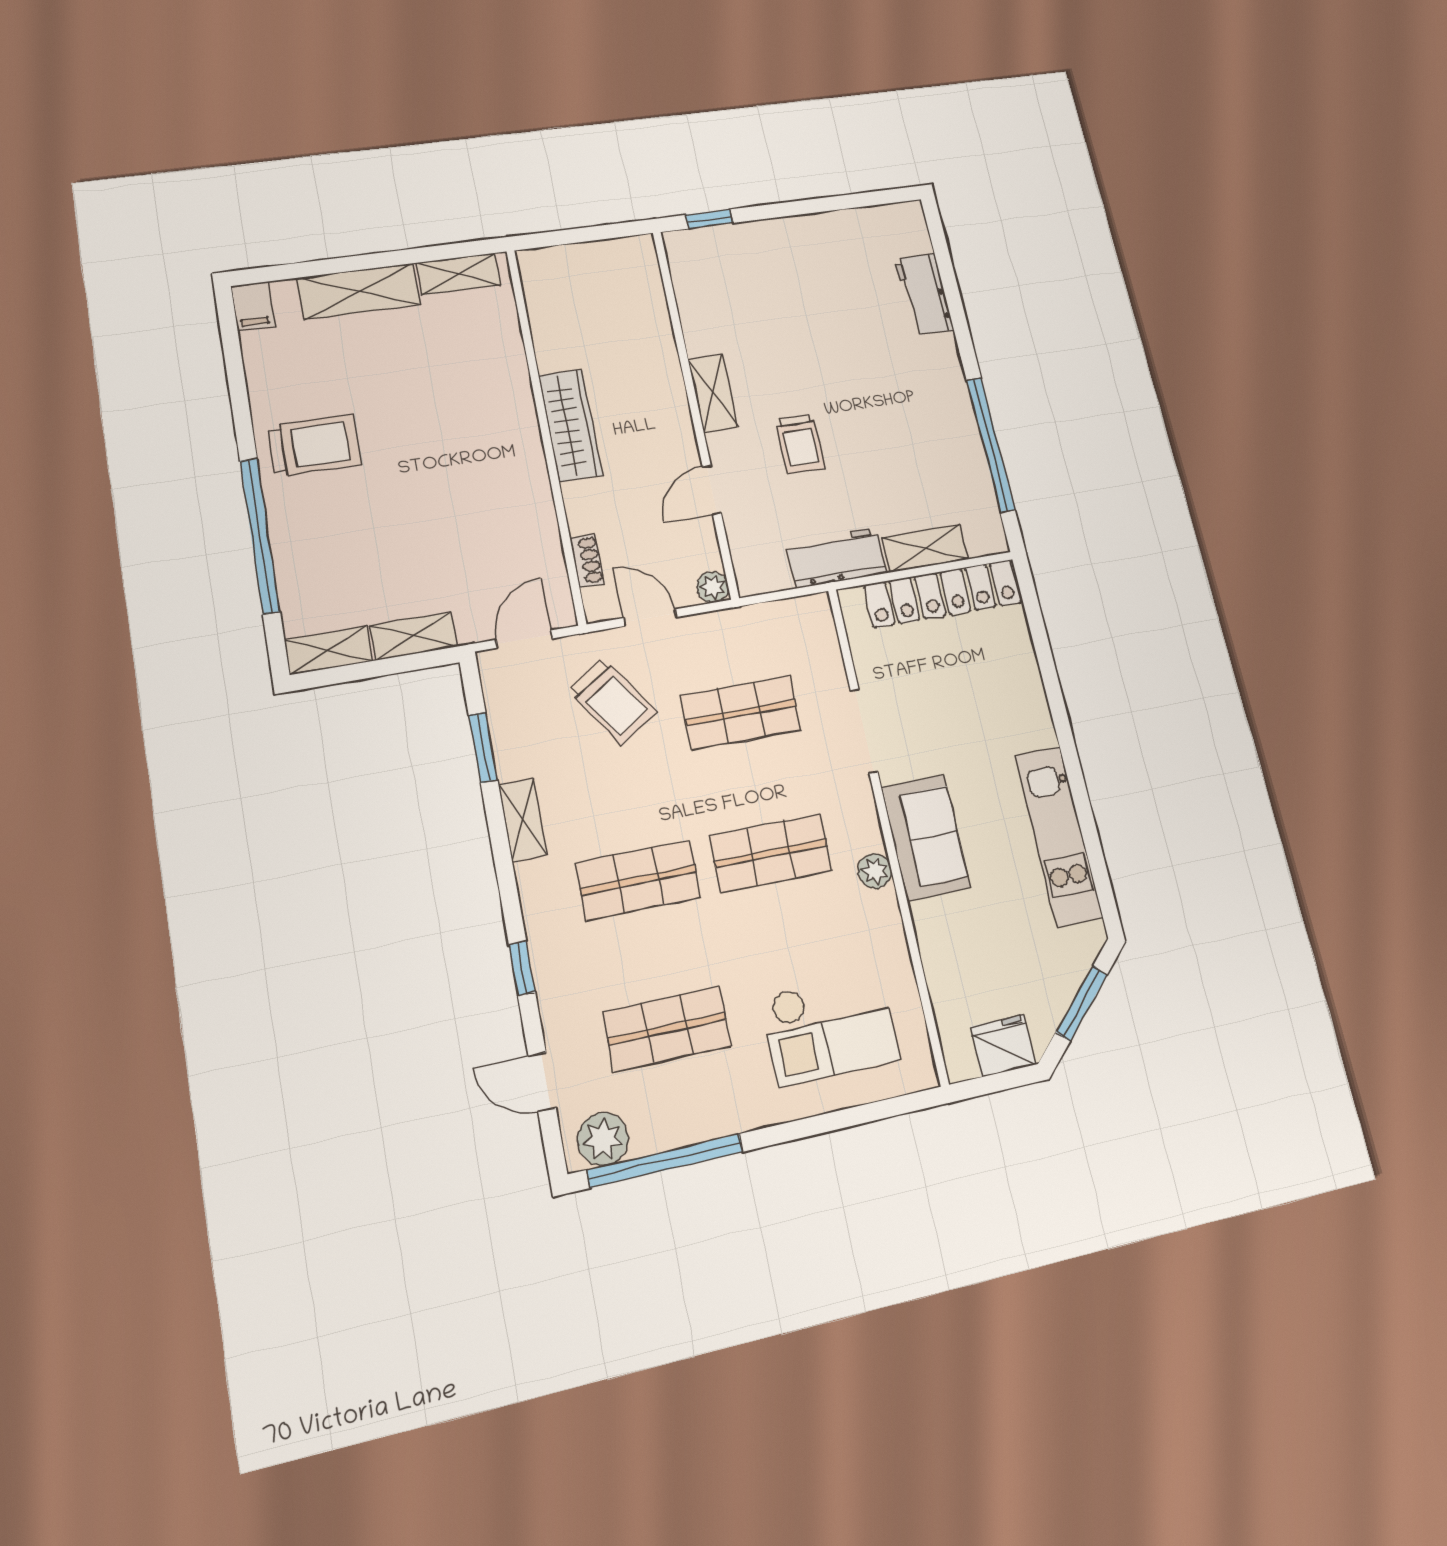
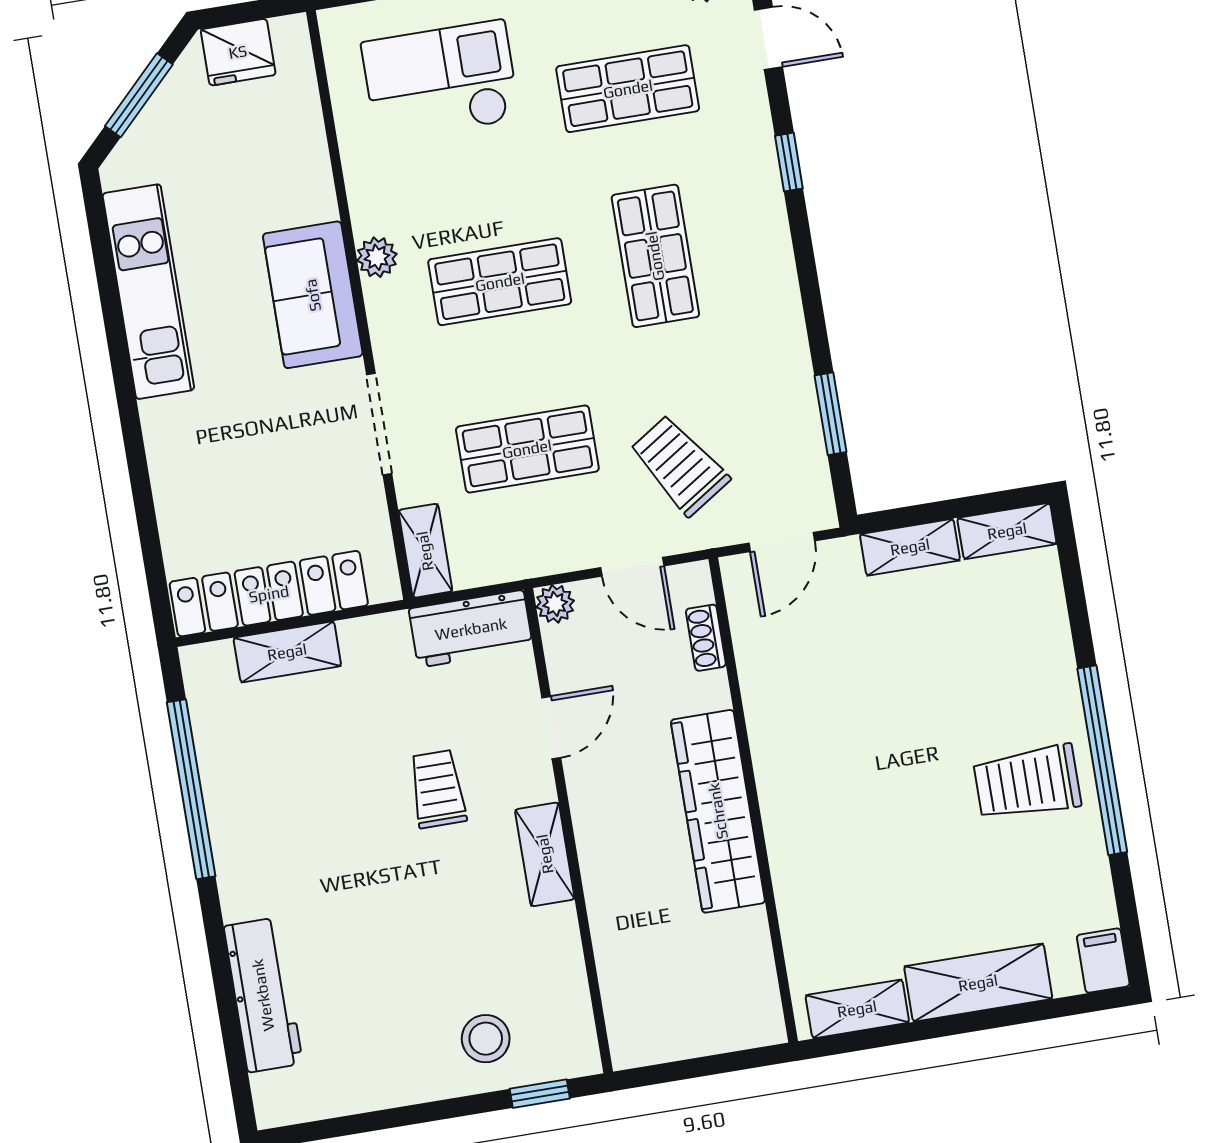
stool: (753, 259) -> (486, 1039), added
workbench: (924, 294) -> (263, 995), width x1.38
wardrobe: (570, 425) -> (718, 811), width x1.40, depth x1.17
window: (260, 536) -> (1102, 760), moved
workbench: (836, 558) -> (471, 629), moved
shelving: (523, 820) -> (425, 551), moved
shop shelf: (638, 880) -> (655, 256), turned 90

